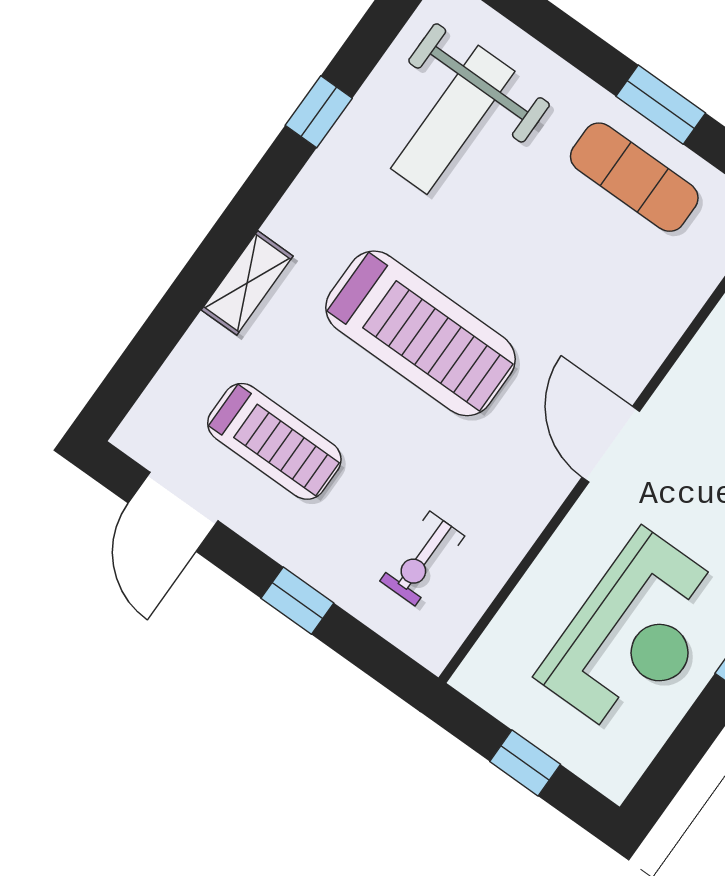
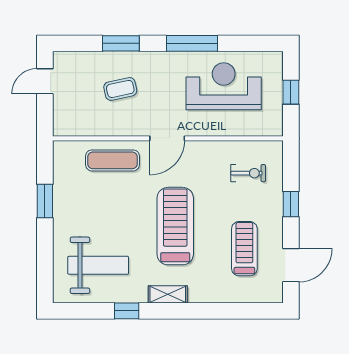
exercise mat: (634, 177) -> (113, 160), moved, turned 90
shelving: (247, 283) -> (168, 294), moved

